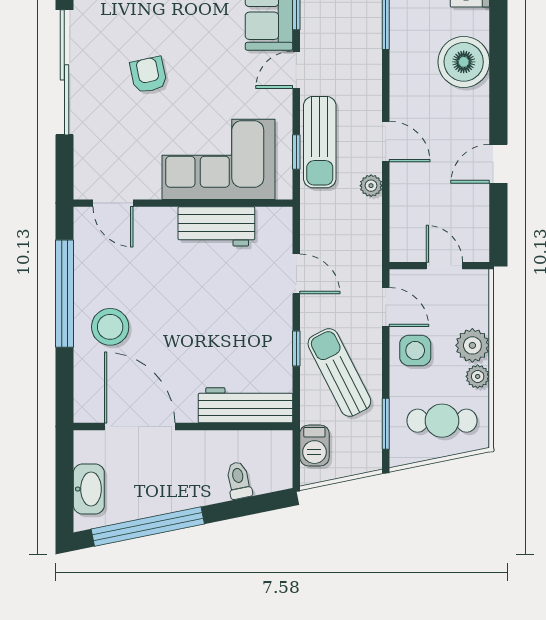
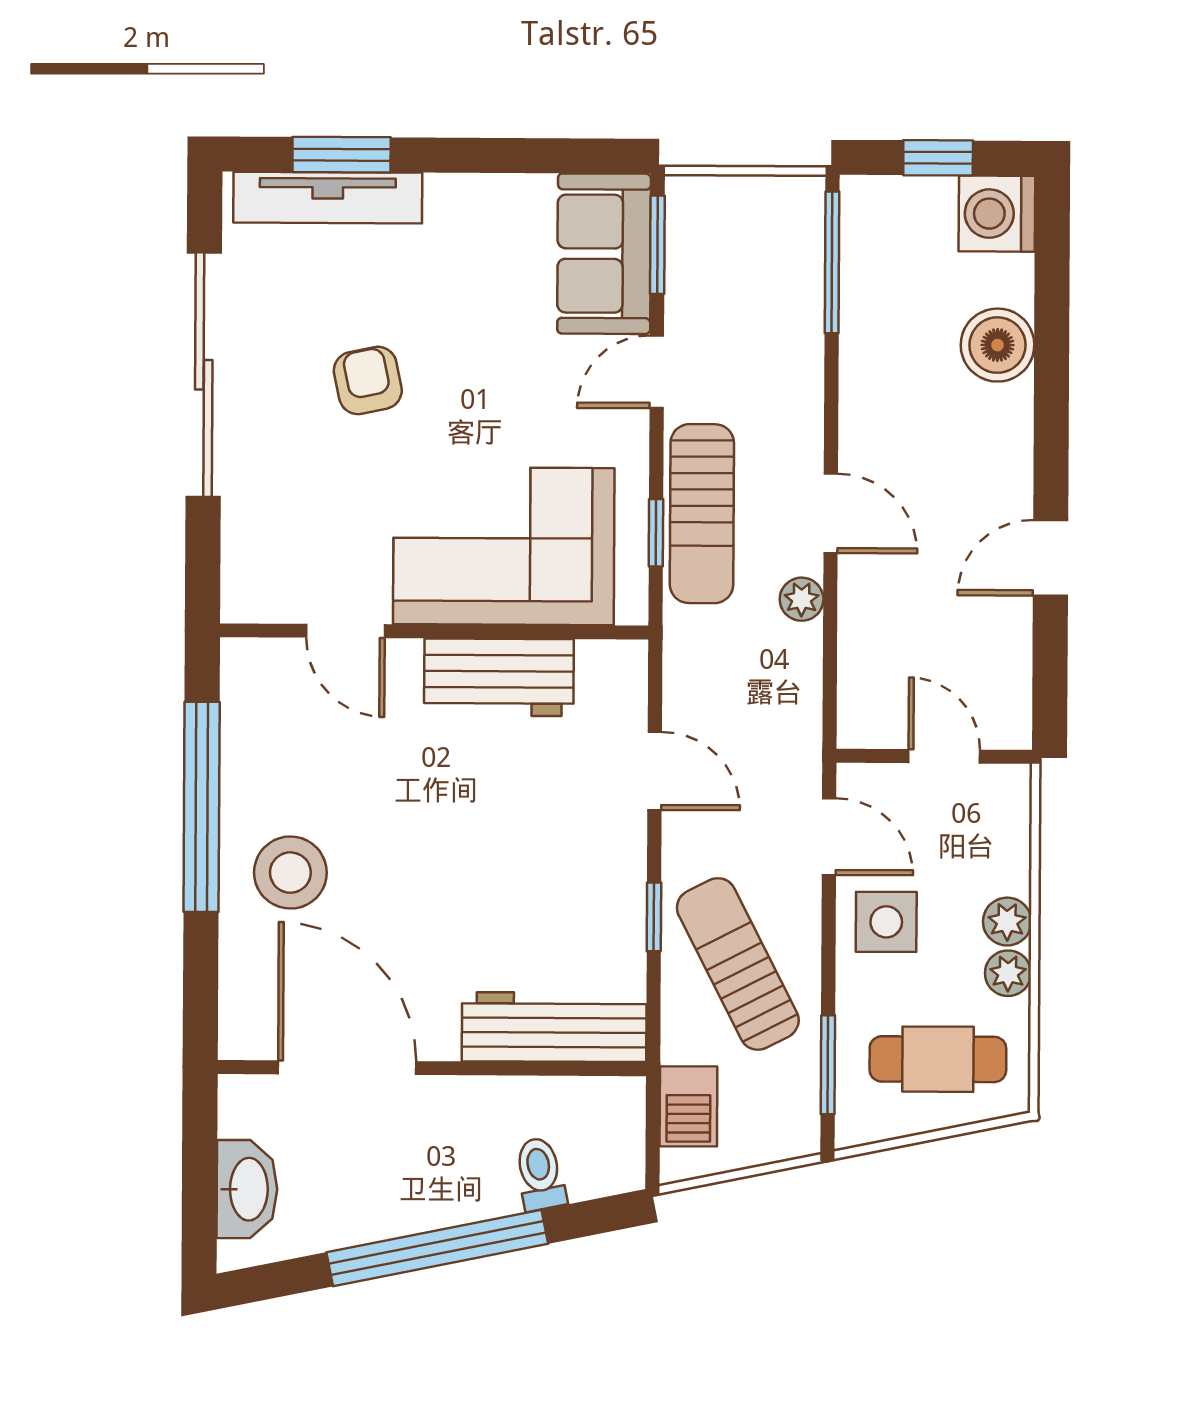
boiler: (464, 62) -> (998, 345), width x0.73, depth x0.73
door: (113, 203) -> (345, 631), moved
plant: (472, 345) -> (1007, 922), width x0.73, depth x0.73
window: (148, 526) -> (437, 1248), moved

